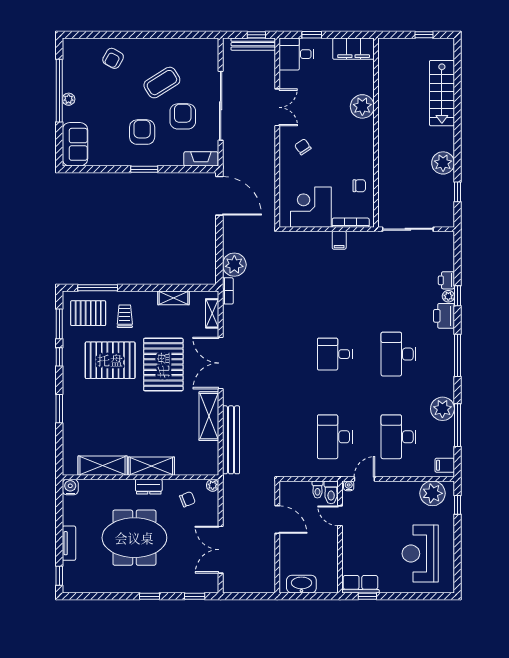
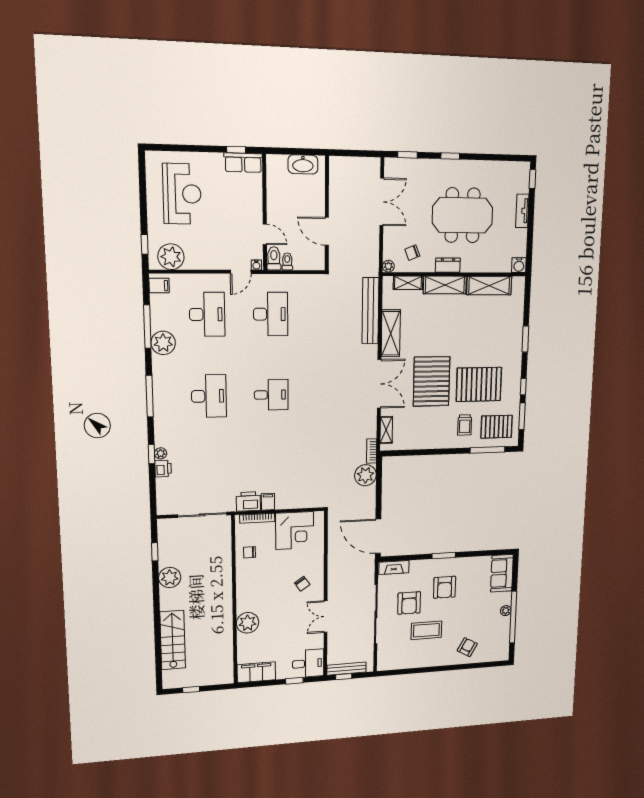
coffee table: (162, 83) -> (426, 630), turned 32
shelving: (173, 298) -> (408, 283), moved
printer: (444, 316) -> (248, 501), moved, turned -90

